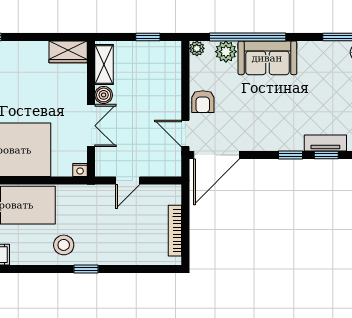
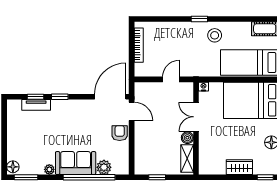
plant: (197, 48) -> (49, 169), moved
wardrobe: (68, 52) -> (239, 167), moved

